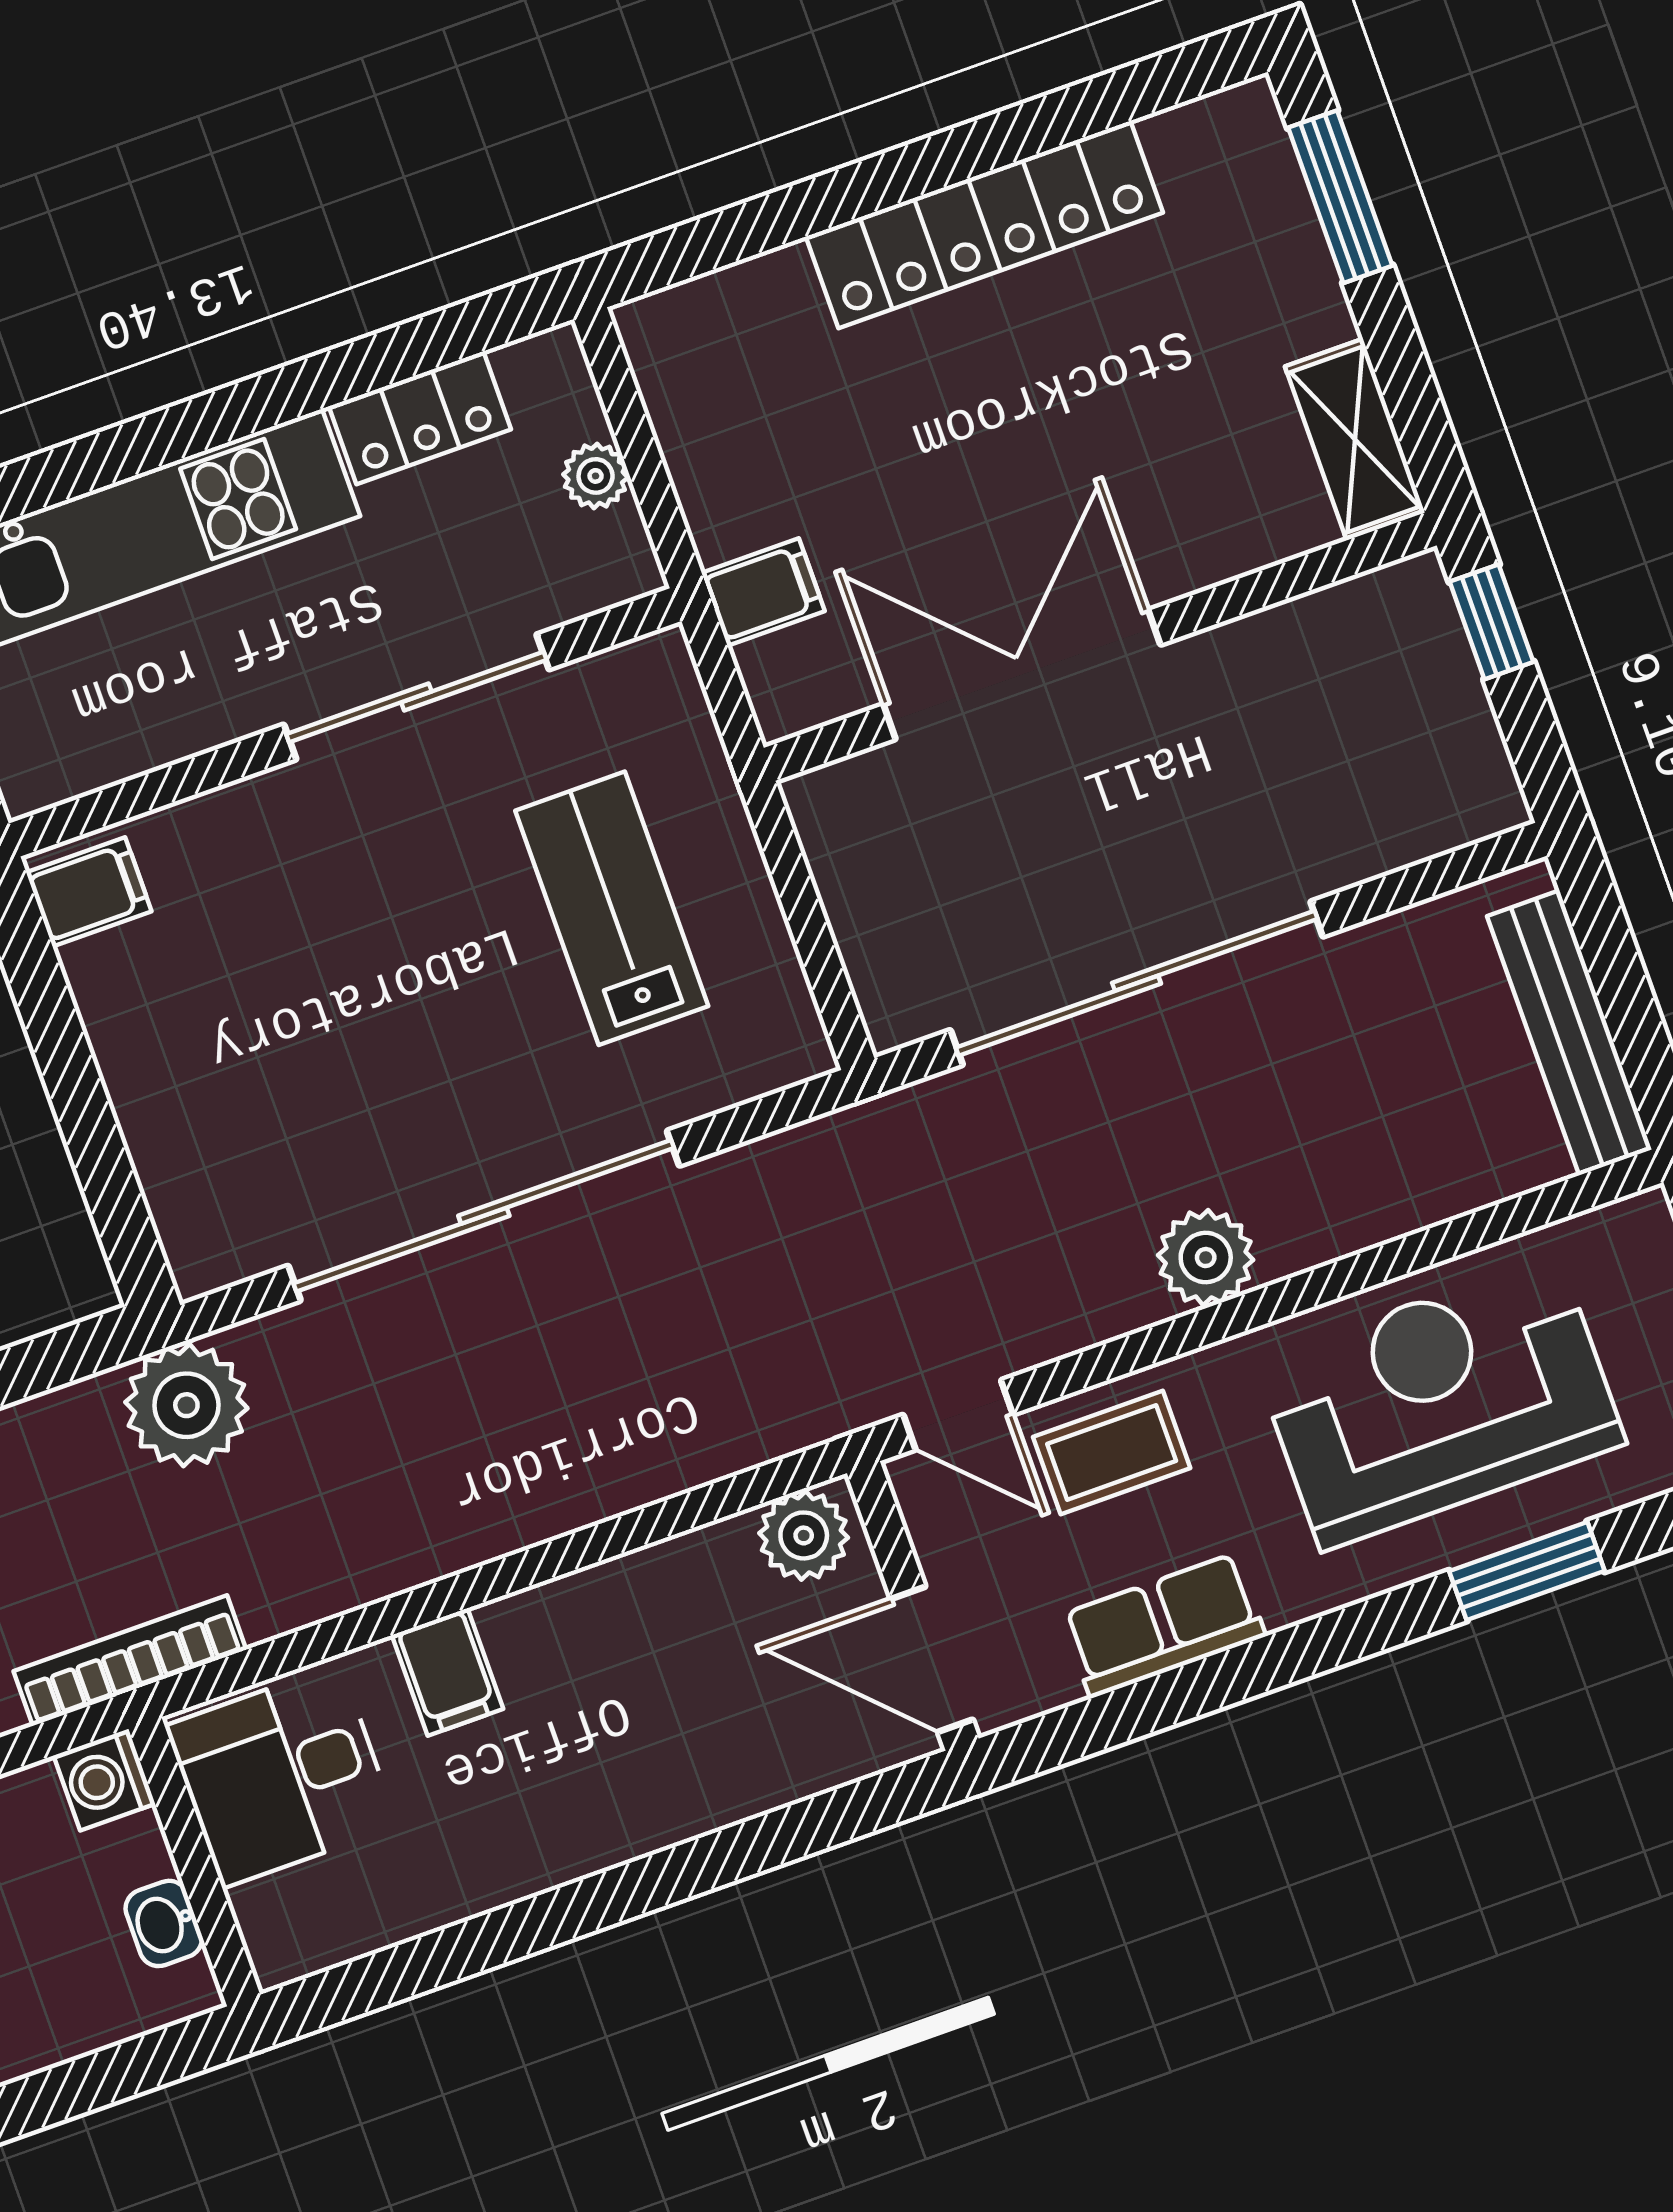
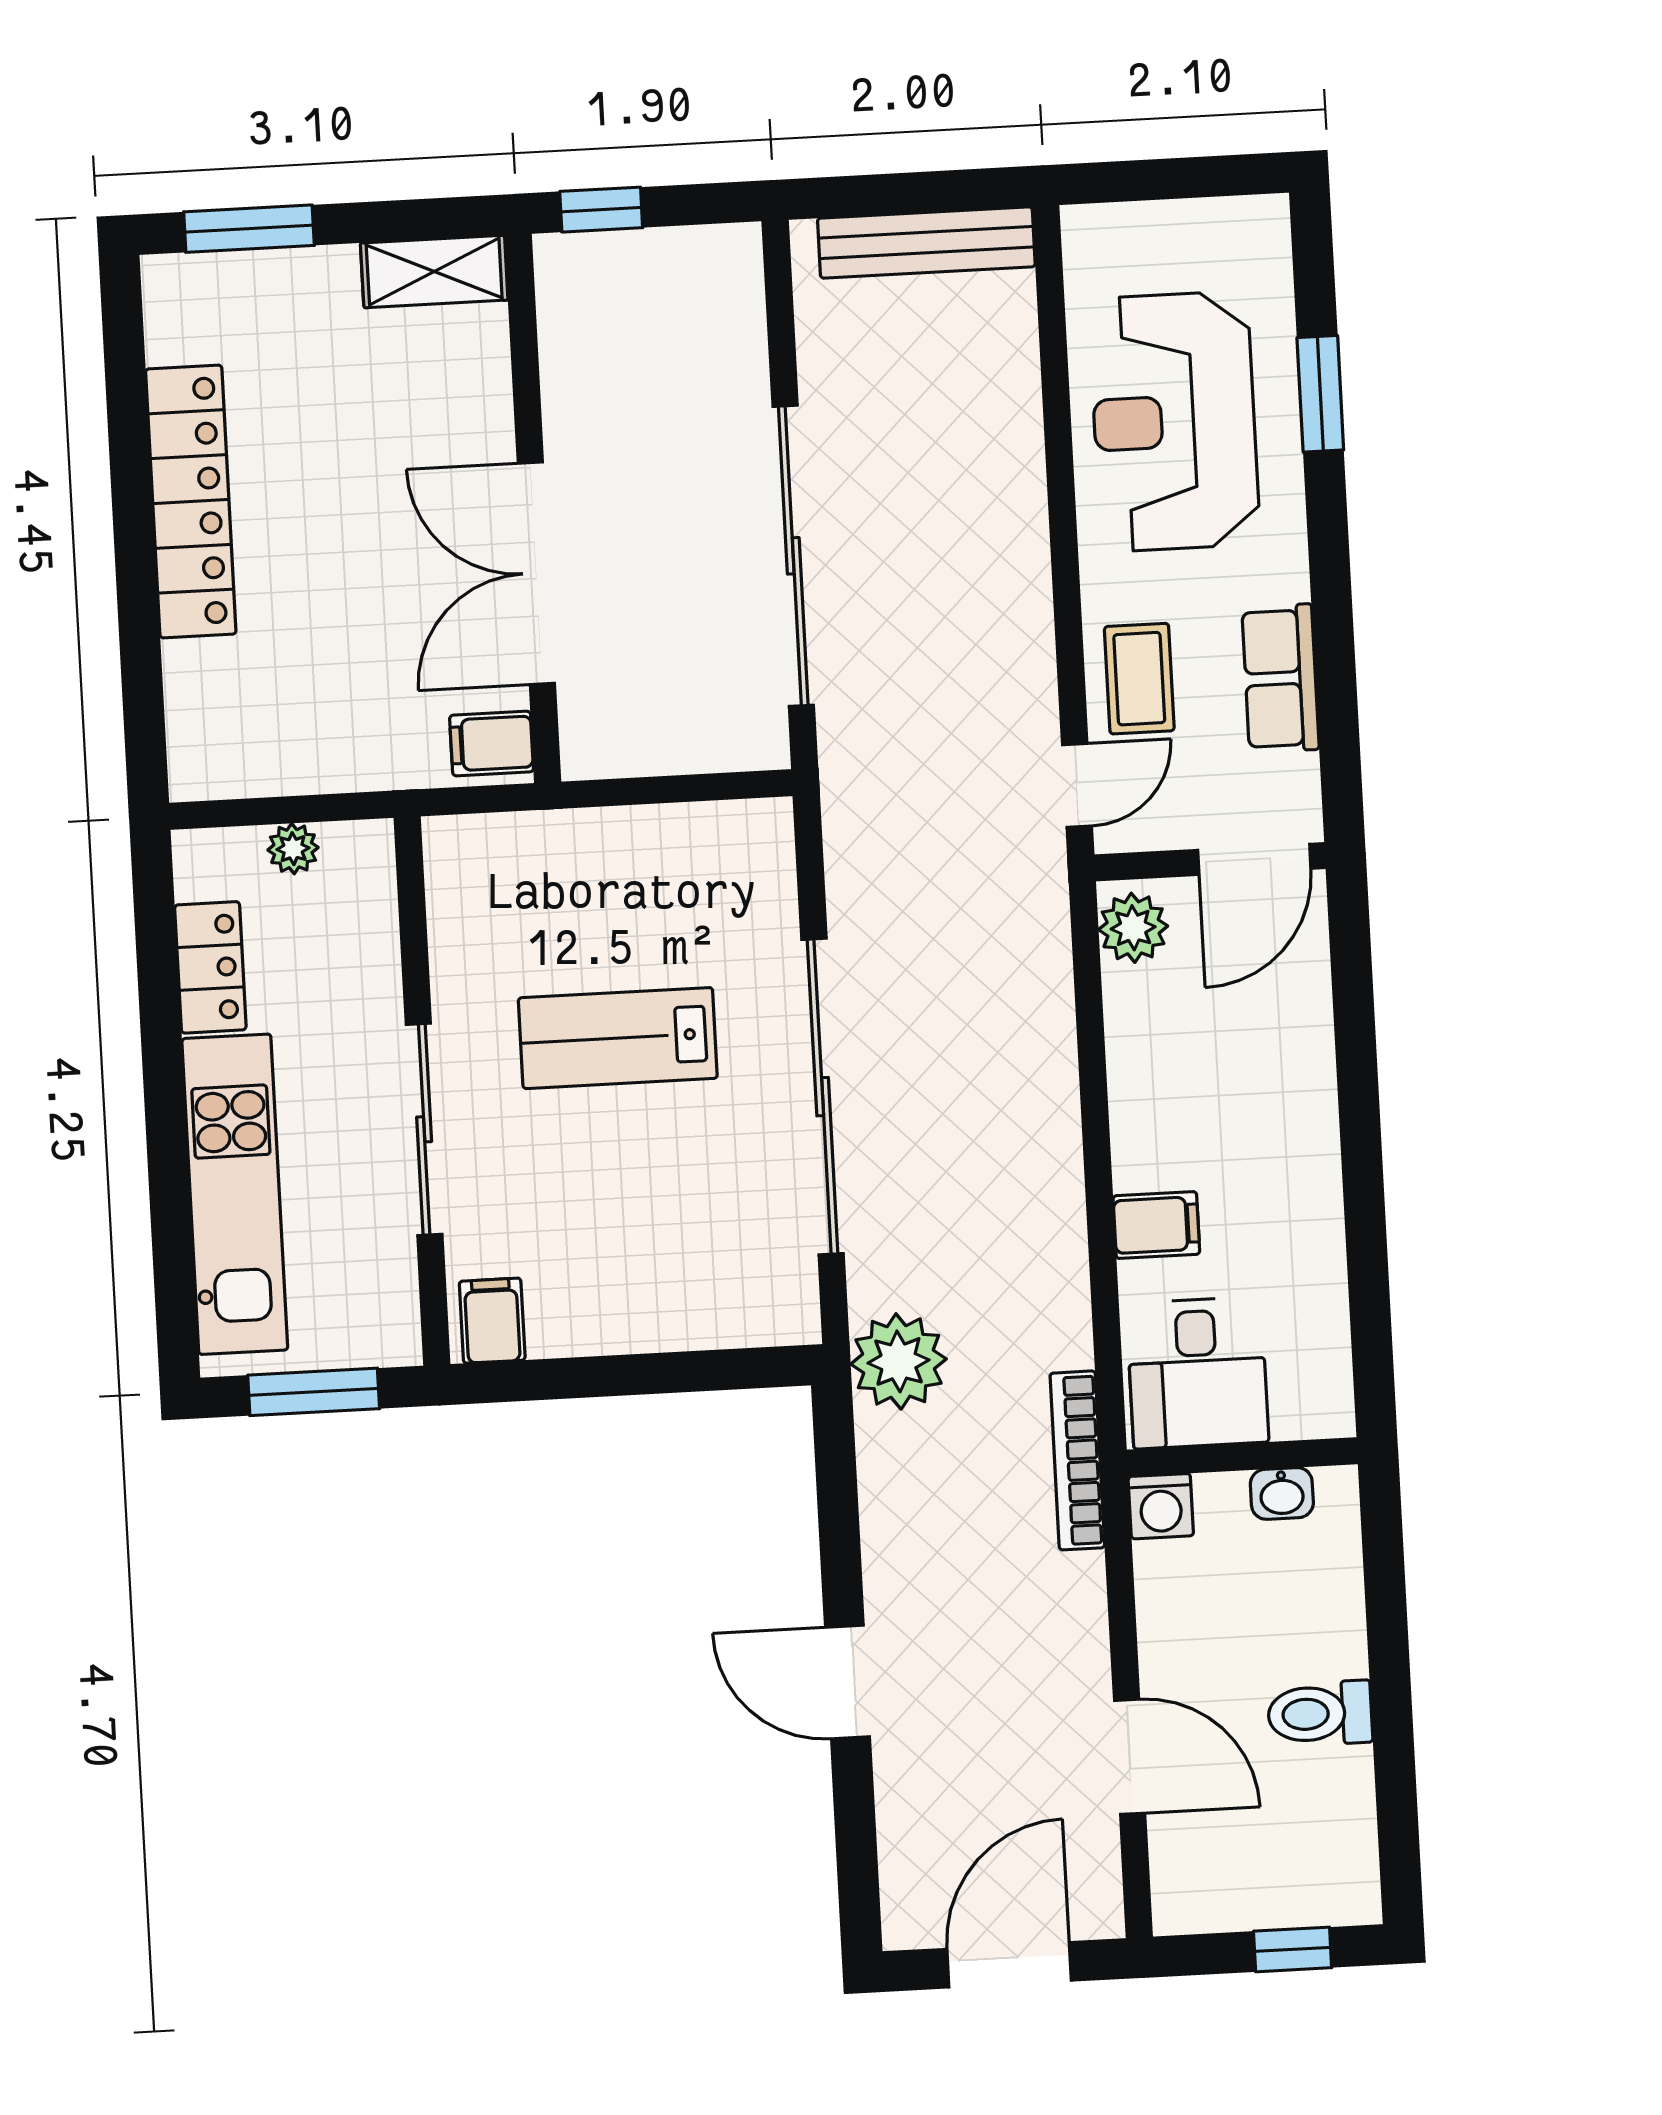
filing cabinet: (763, 592) -> (492, 744), moved, turned -90
sliding door: (416, 697) -> (424, 1129), moved
lab bench: (612, 908) -> (618, 1038), moved
plant: (1206, 1258) -> (1014, 565), removed

